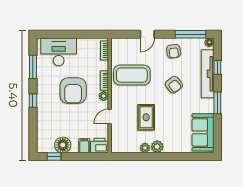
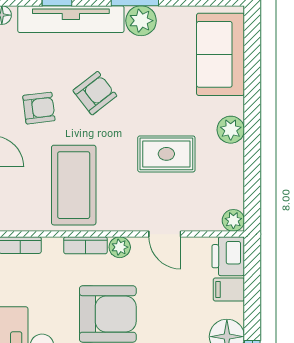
armchair: (174, 51) -> (39, 108), moved
plant: (207, 106) -> (141, 21), added
sofa: (203, 132) -> (221, 54), moved, turned 90
plant: (145, 148) -> (233, 220), moved

